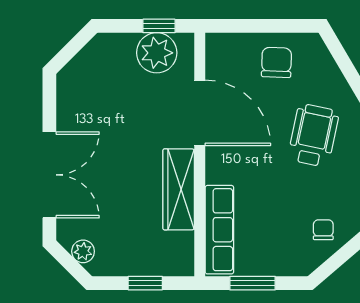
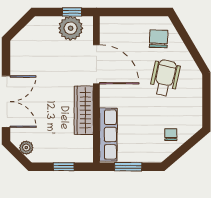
chair: (277, 62) -> (159, 39), moved

